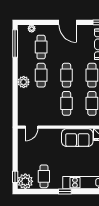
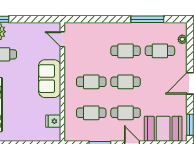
window: (15, 44) -> (147, 19), moved
plant: (24, 82) -> (117, 30), removed
sofa: (77, 138) -> (50, 79), moved

